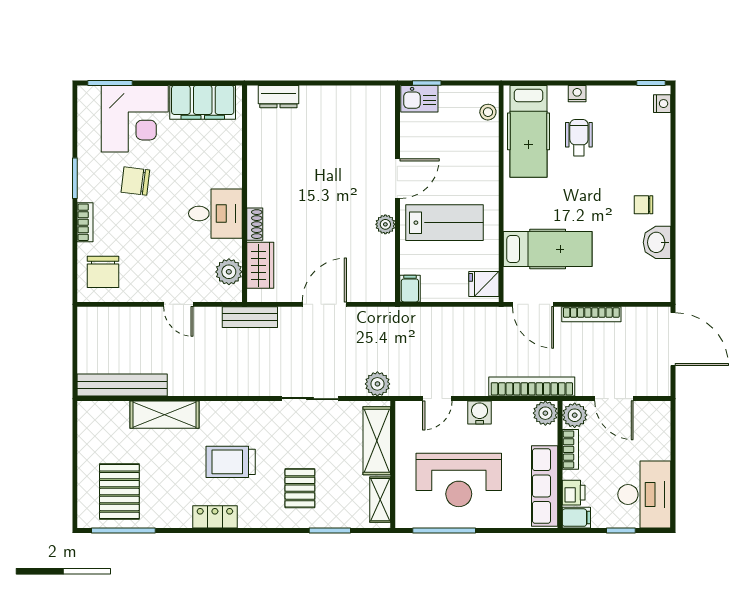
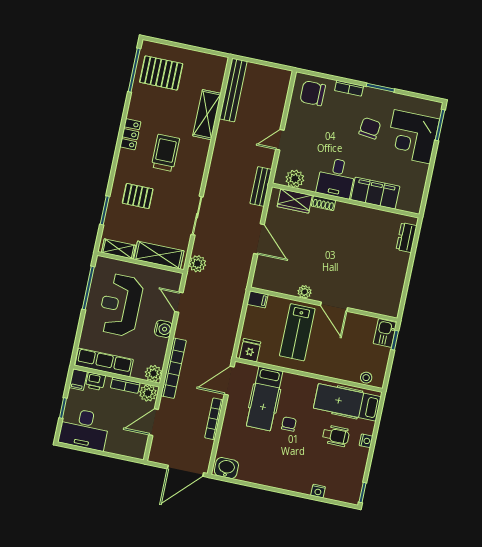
filing cabinet: (203, 102) -> (375, 193), moved, turned 90
nightstand: (662, 104) -> (318, 491), moved
chair: (644, 205) -> (289, 424), moved
washbasin: (657, 242) -> (226, 468), moved

